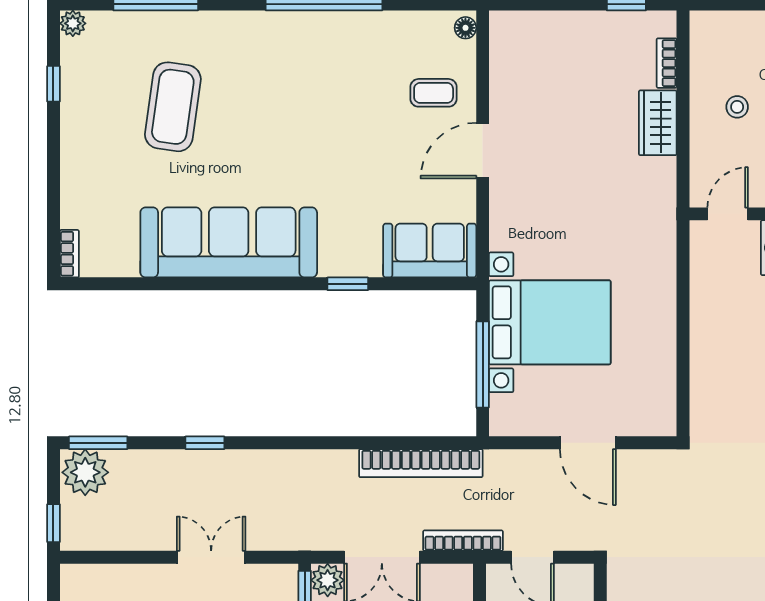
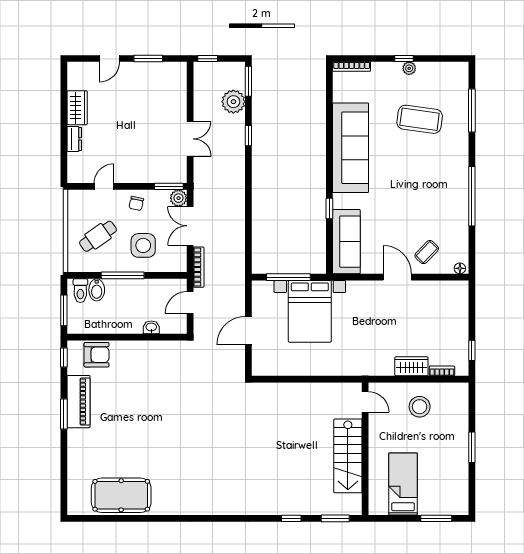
plant: (73, 23) -> (409, 68), moved
window: (53, 84) -> (404, 59), moved
coffee table: (434, 93) -> (427, 252), turned 44
stool: (737, 107) -> (420, 407), width x1.89, depth x1.89
sofa: (430, 251) -> (346, 242), width x1.36
bookcase: (69, 254) -> (352, 67), width x1.56
bookcase: (421, 463) -> (238, 246), removed
plant: (85, 472) -> (233, 102), moved

